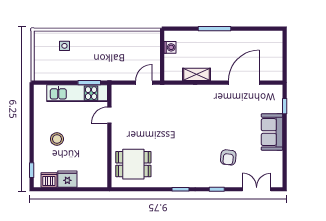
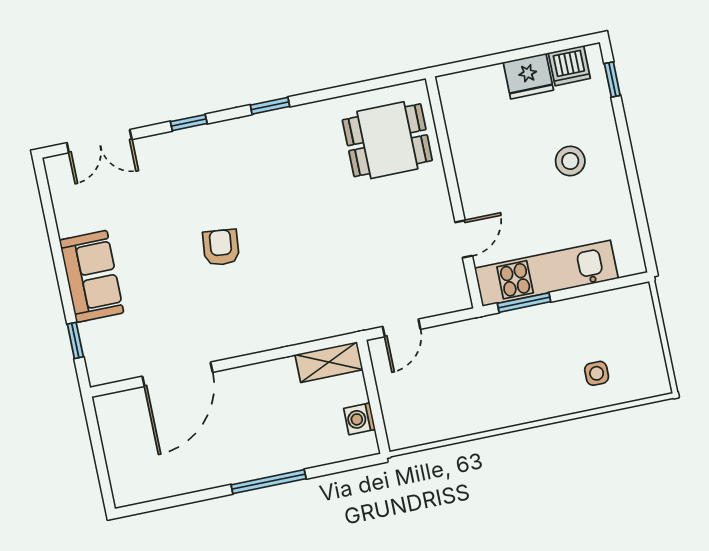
shelving: (196, 74) -> (329, 362), moved
armchair: (228, 157) -> (221, 247), moved

